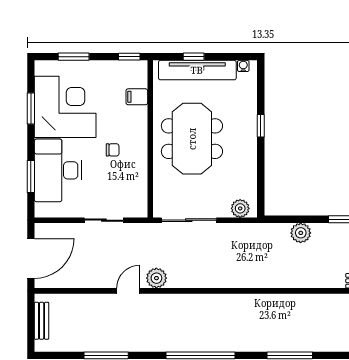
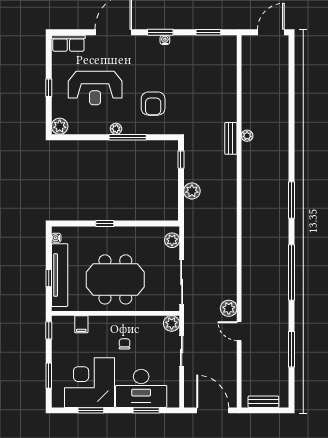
plant: (138, 208) -> (172, 323), added

